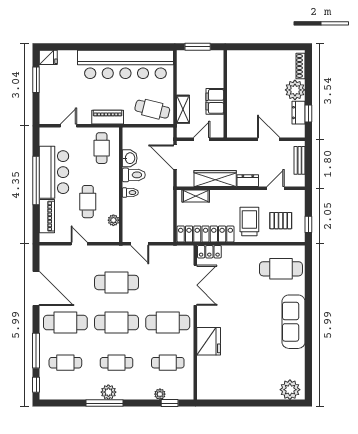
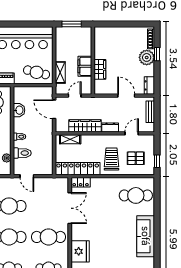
wardrobe: (234, 105) -> (100, 69), added
dresser: (298, 113) -> (149, 85), moved
window: (308, 114) -> (157, 54), moved
toilet: (134, 175) -> (22, 153), moved

